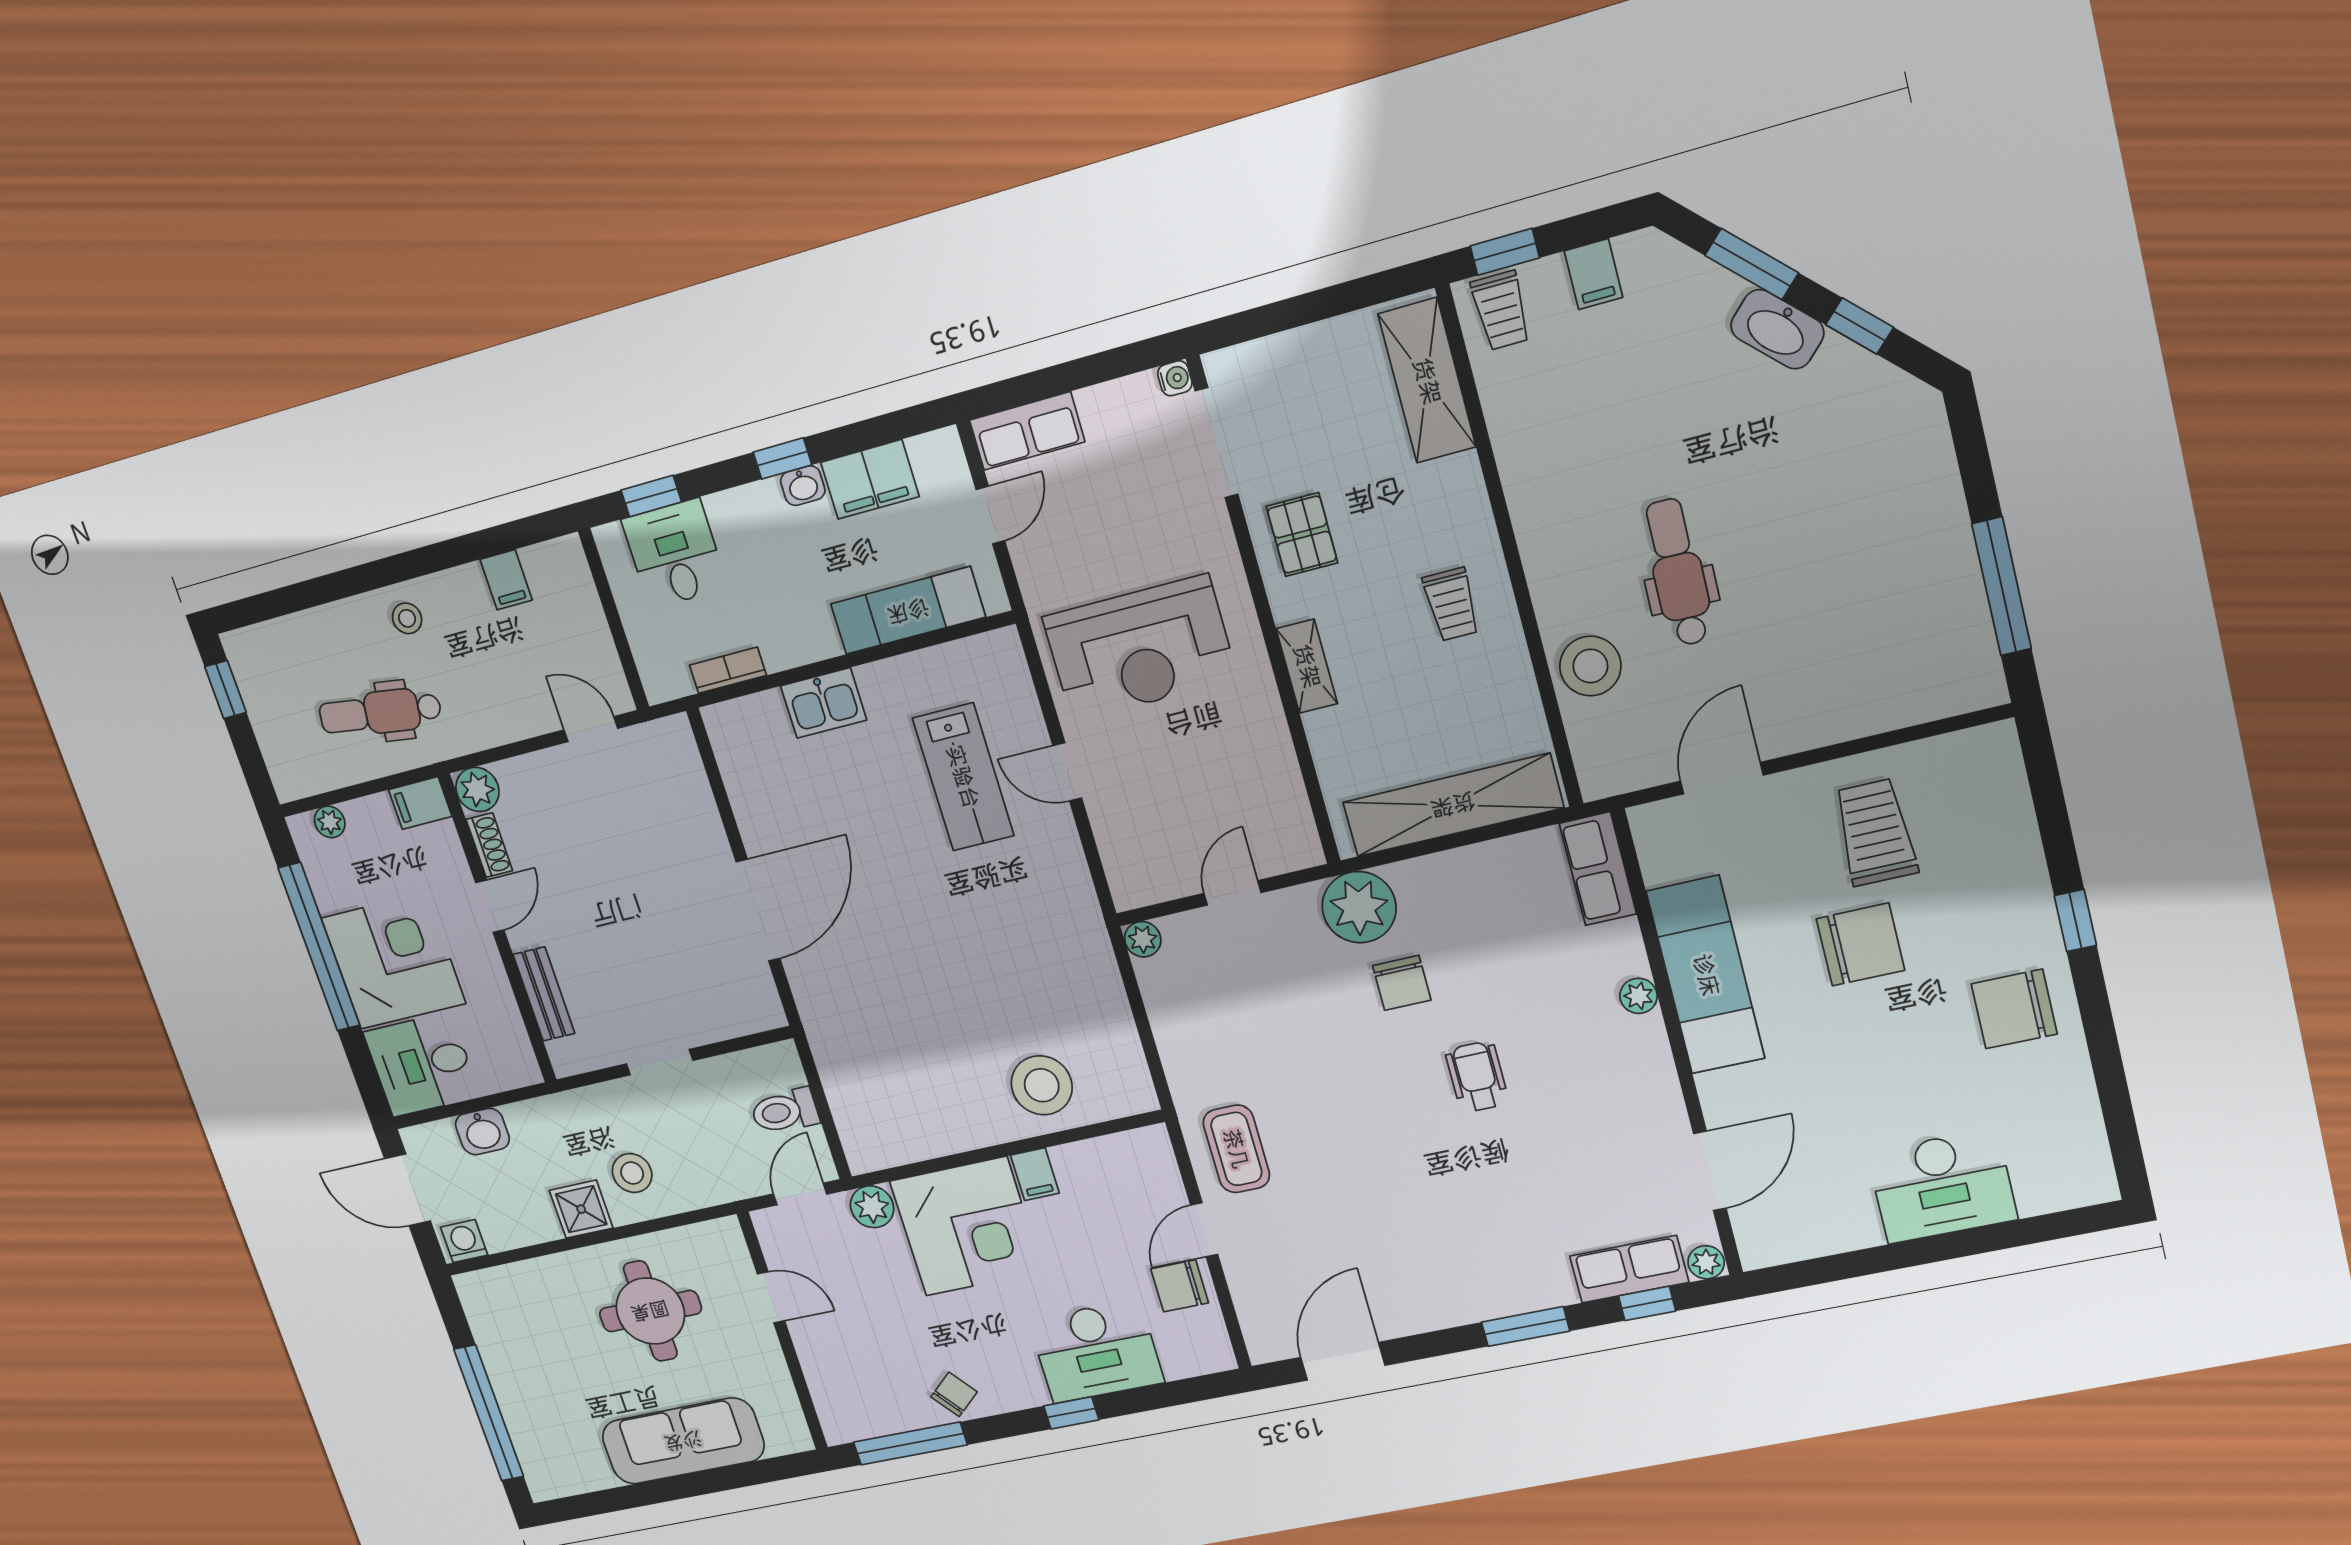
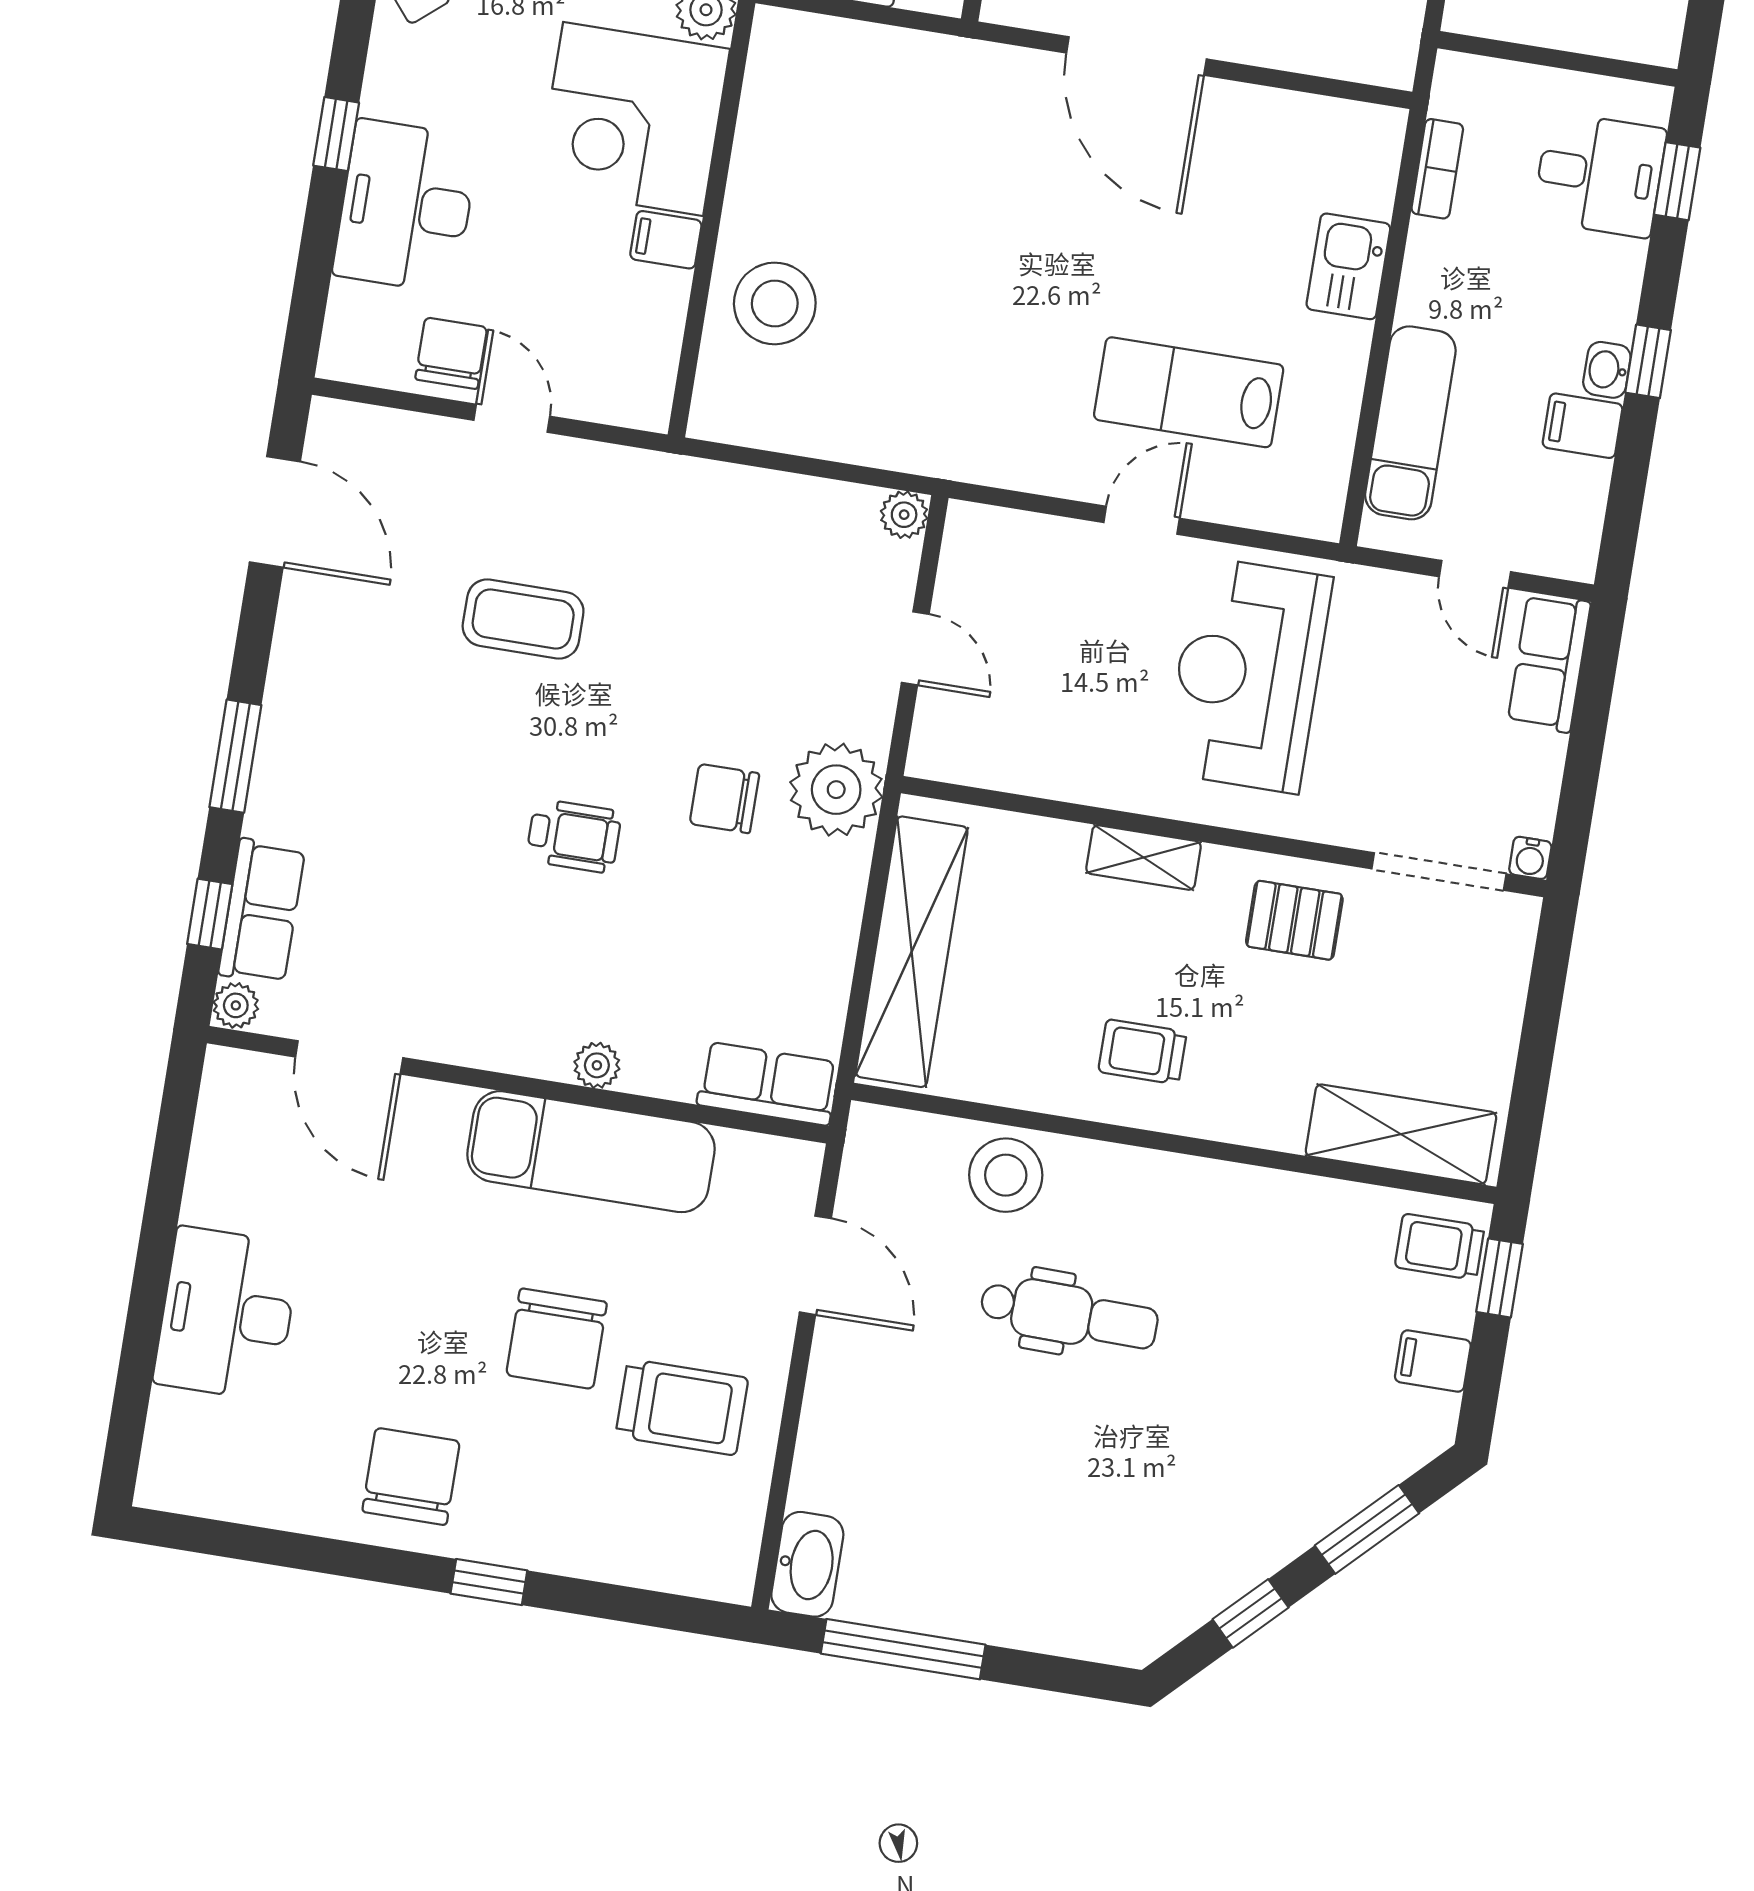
washbasin: (1777, 329) -> (807, 1564), moved, turned 135
filing cabinet: (870, 479) -> (1582, 426), width x0.50
coffee table: (1236, 1149) -> (523, 619), moved

